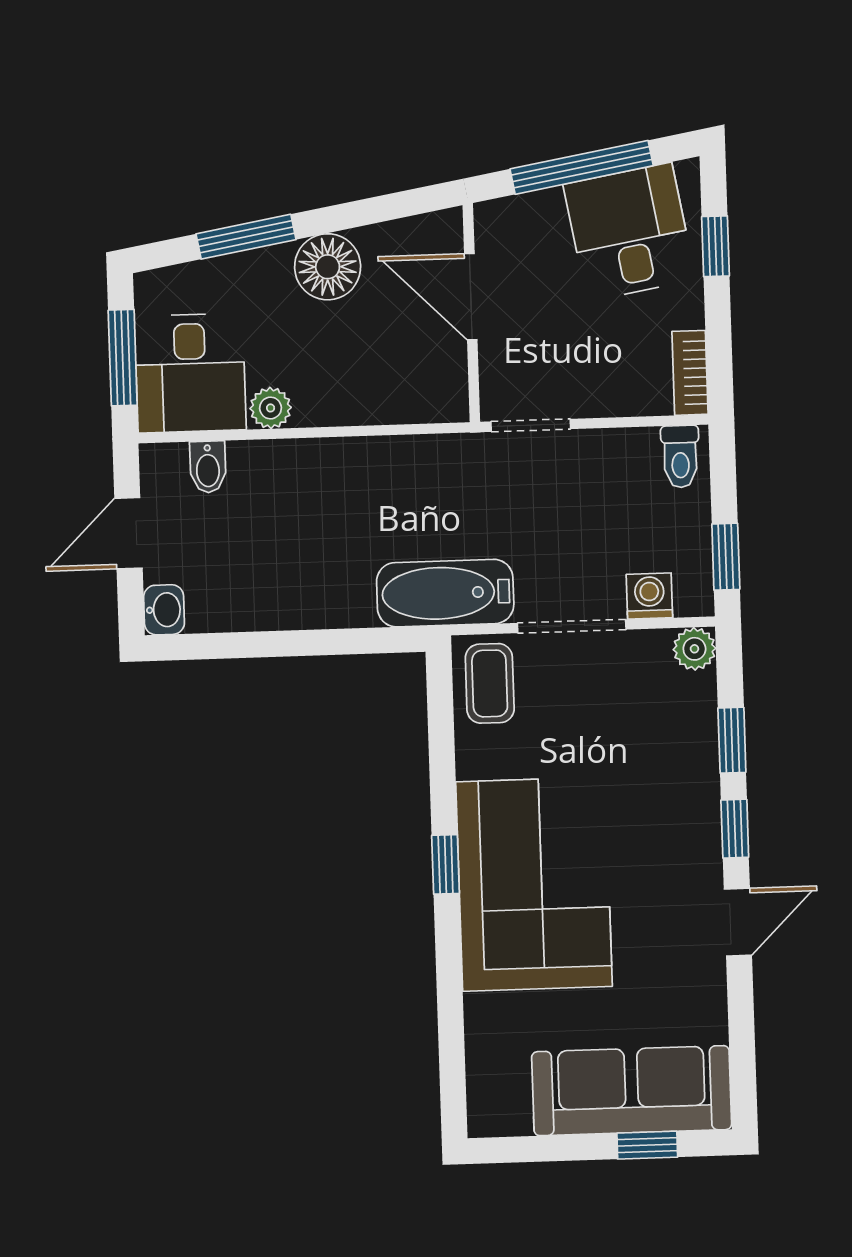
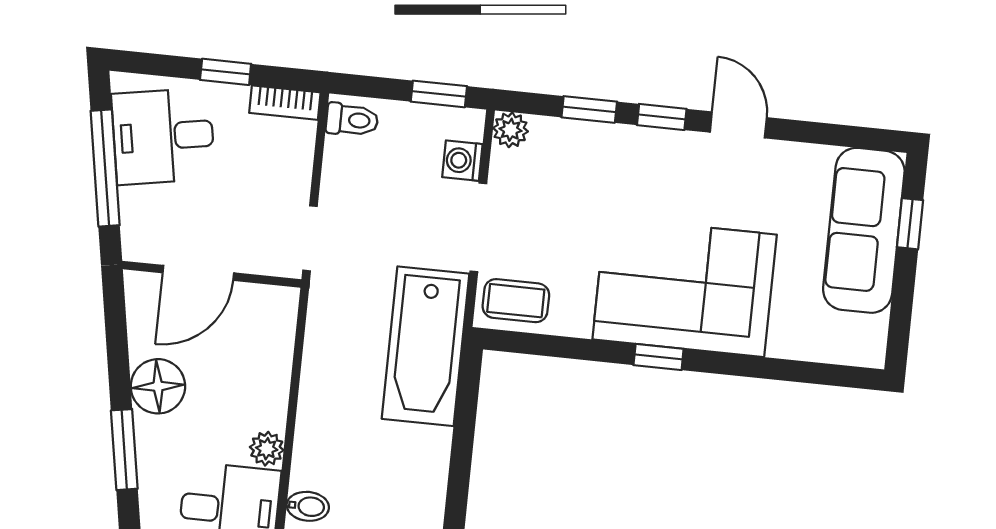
window: (716, 246) -> (226, 72), moved
bathtub: (445, 593) -> (426, 346), width x1.36, depth x1.36

